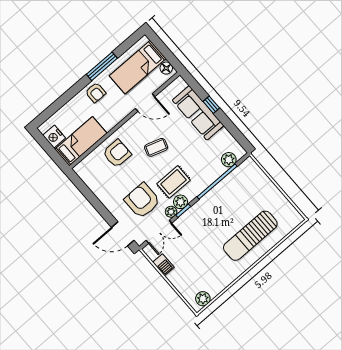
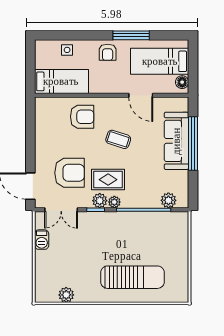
window: (211, 105) -> (193, 144), width x3.17
side table: (66, 116) -> (67, 50), added
nightstand: (54, 137) -> (43, 59), removed
armchair: (142, 201) -> (70, 173), turned 90
plant: (171, 212) -> (114, 202), moved
sun lounger: (250, 236) -> (133, 277), turned 180
plant: (203, 299) -> (66, 295), moved

